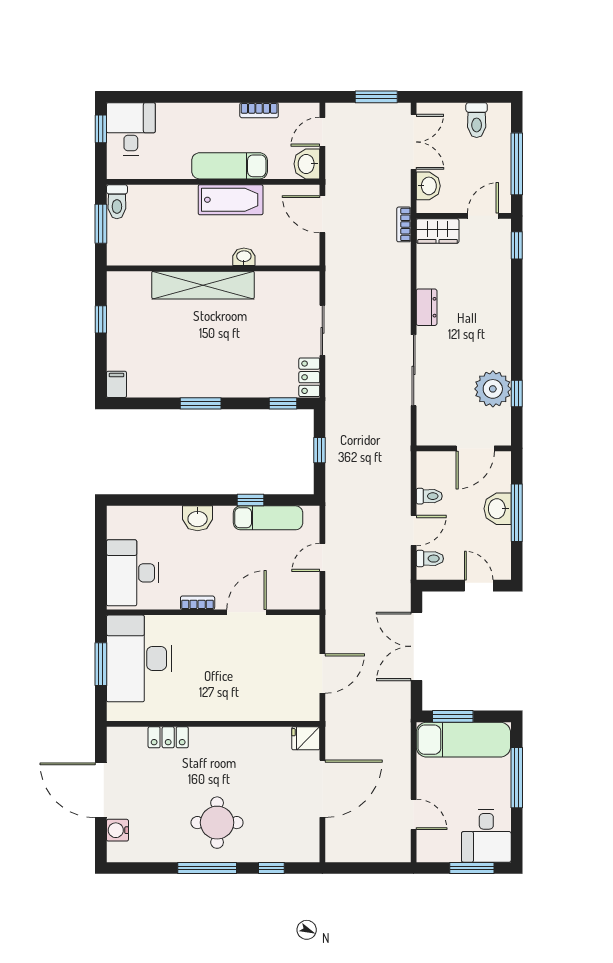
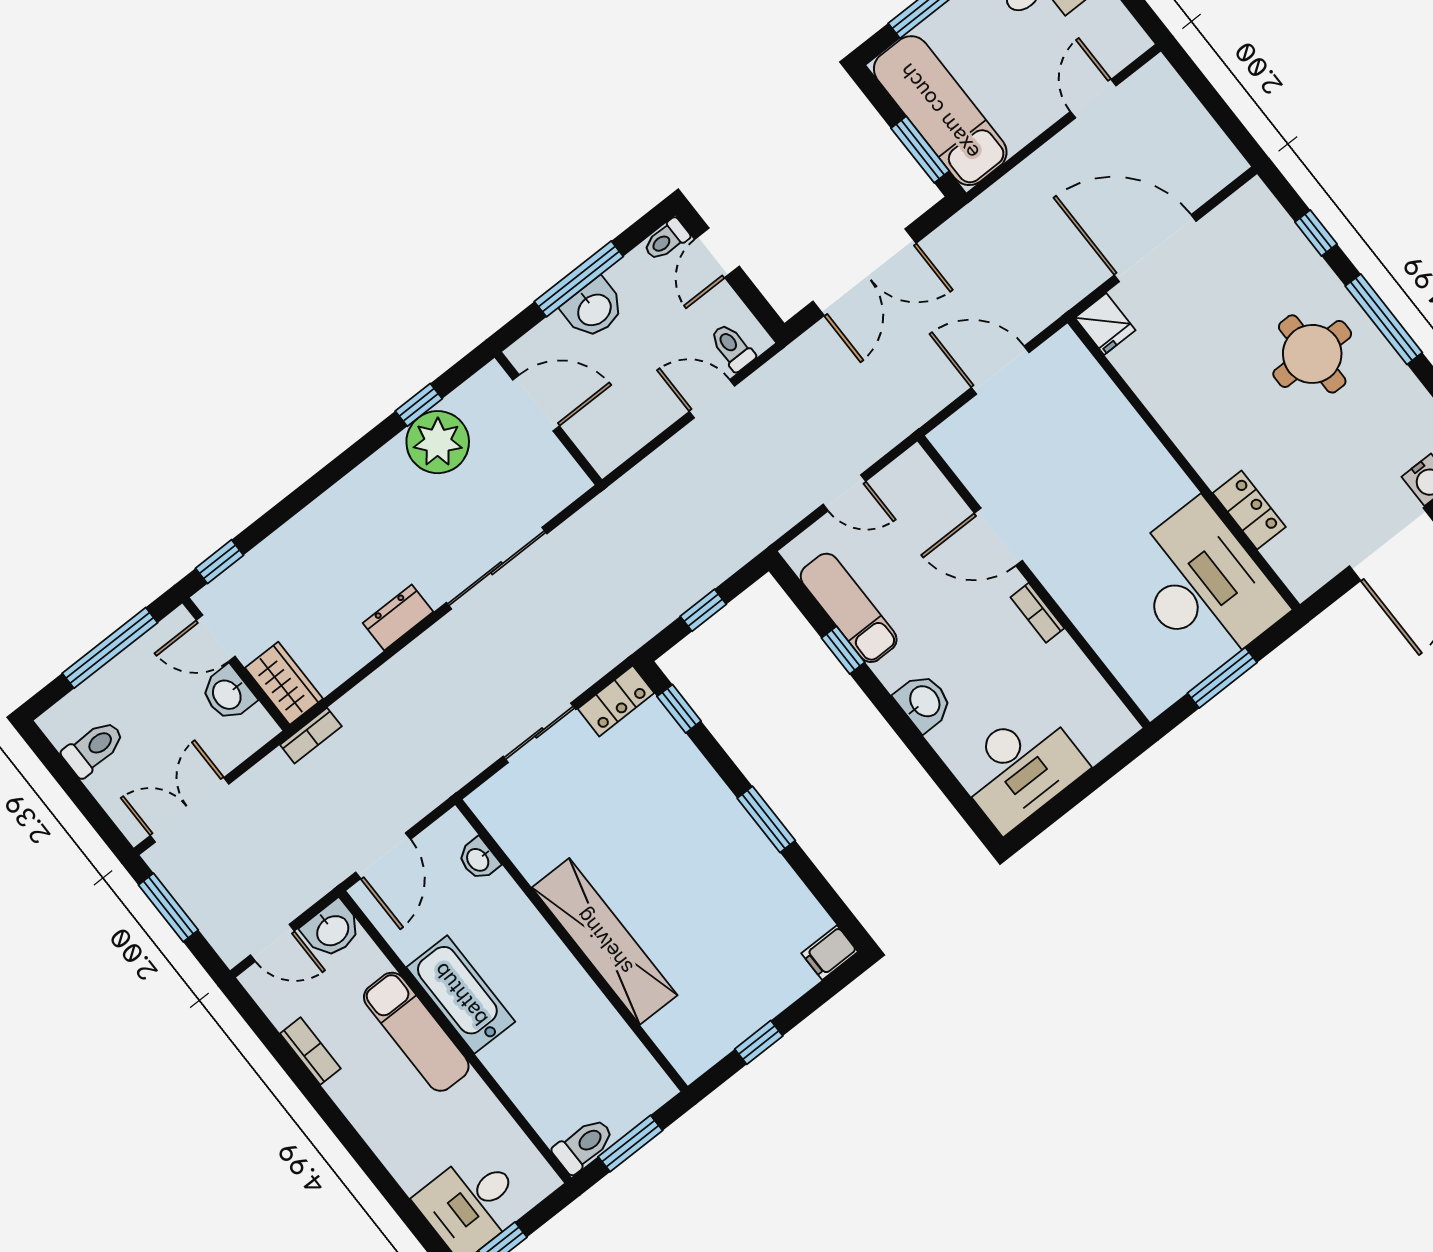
washbasin: (428, 186) -> (228, 694), moved, turned -90
washbasin: (244, 257) -> (478, 859), moved
toilet: (429, 496) -> (666, 240), moved, turned -90
desk: (133, 573) -> (1020, 768), moved
desk: (139, 658) -> (1203, 586), moved, turned -90

